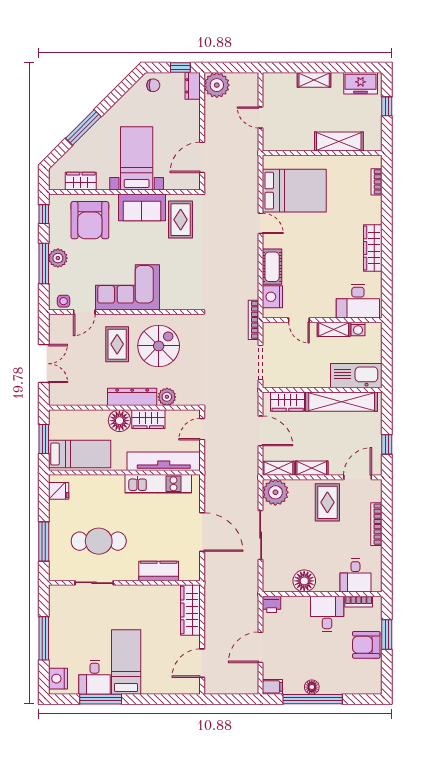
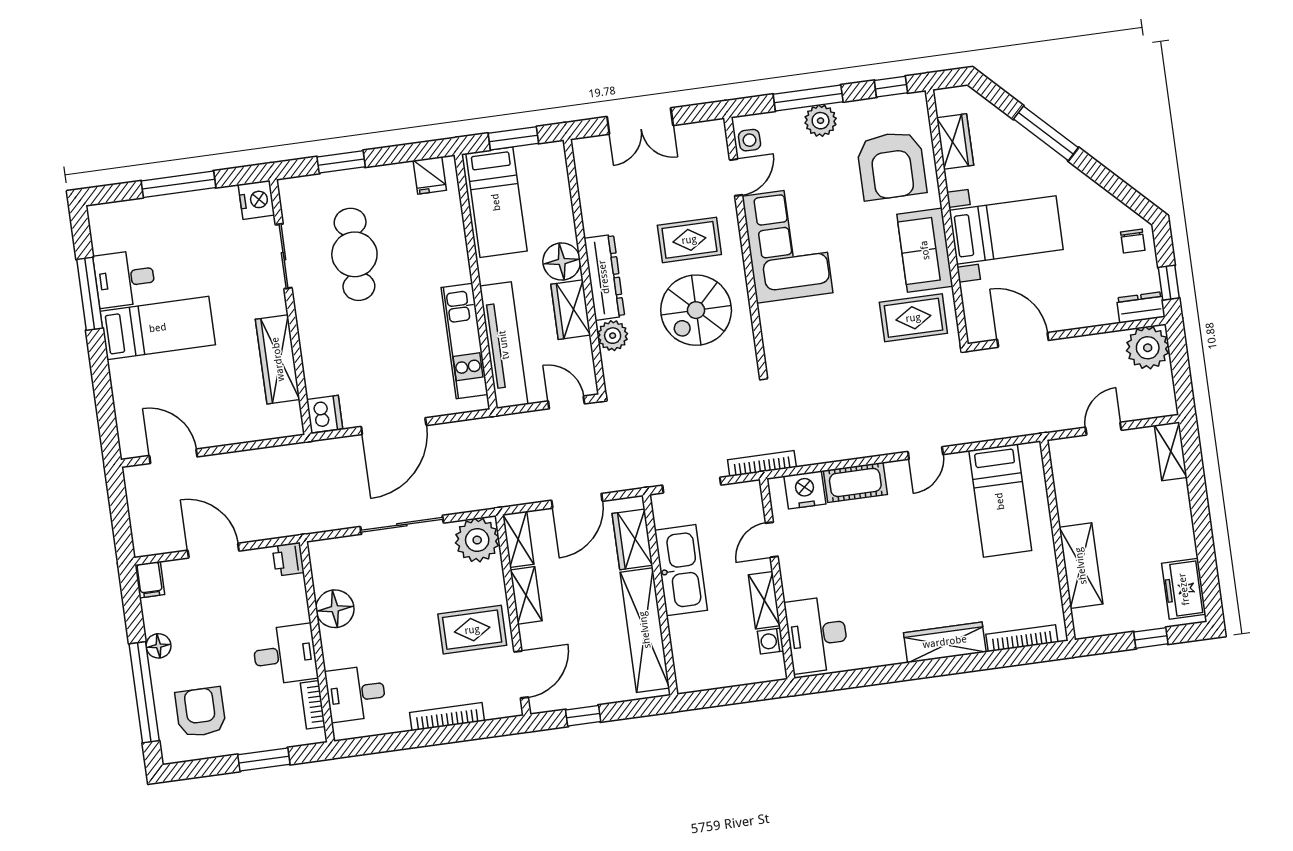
shelving: (314, 80) -> (1171, 451), moved
bookcase: (377, 182) -> (1022, 638), width x1.56
bed: (294, 191) -> (1000, 501), width x0.67
armchair: (90, 220) -> (892, 166), turned -90
wardrobe: (373, 248) -> (945, 642), moved
door: (84, 312) -> (736, 177), swing flipped
spiral stairs: (159, 346) -> (696, 310), turned 90
kitchen sink: (356, 376) -> (681, 570), moved
door: (358, 477) -> (521, 674), hinge flipped
window: (44, 542) -> (341, 162), width x0.69
kitchen counter: (159, 571) -> (318, 362), removed
dishwasher: (190, 571) -> (325, 414), added
wardrobe: (190, 610) -> (278, 359), moved, turned -90
armchair: (366, 645) -> (200, 712), moved
nightstand: (58, 679) -> (256, 200), moved, turned 90
window: (313, 699) -> (144, 692), moved

